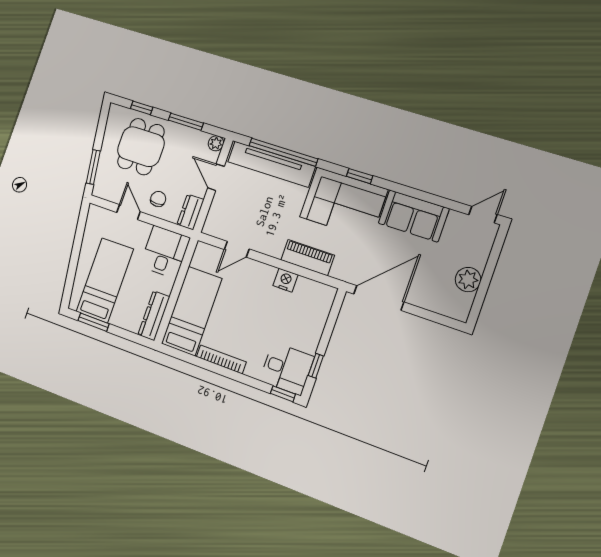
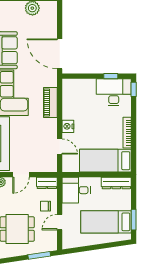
nightstand: (286, 280) -> (68, 126), moved
desk: (287, 369) -> (114, 92), width x1.37

